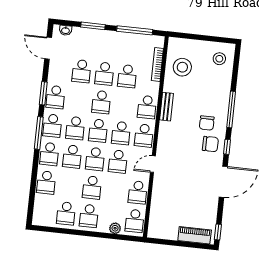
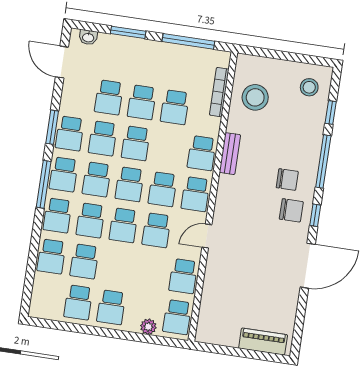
school desk: (78, 100) -> (103, 138), added
chair: (207, 123) -> (287, 180), turned -90
school desk: (92, 187) -> (84, 261), moved
window: (218, 232) -> (331, 113), moved

